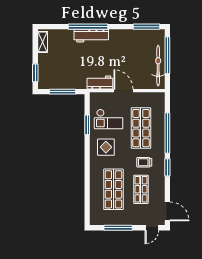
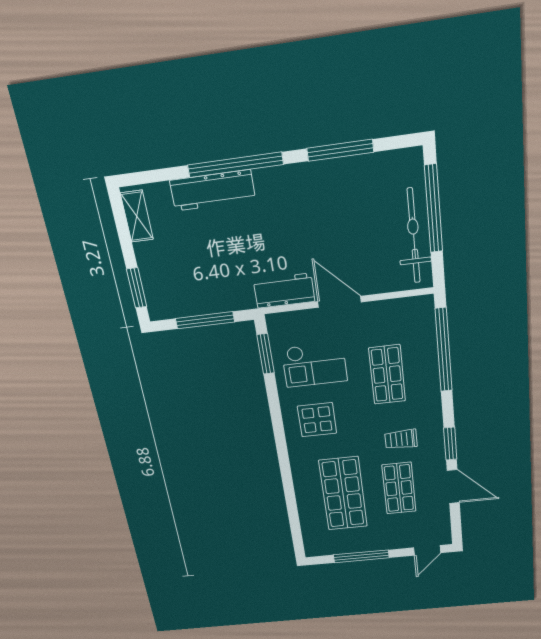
window: (147, 27) -> (340, 150), moved
workbench: (91, 36) -> (213, 190), moved
window: (87, 125) -> (266, 354), moved
shop shelf: (141, 128) -> (387, 375), width x0.70, depth x0.74
window: (167, 133) -> (444, 350), moved
door: (167, 211) -> (453, 487), moved

